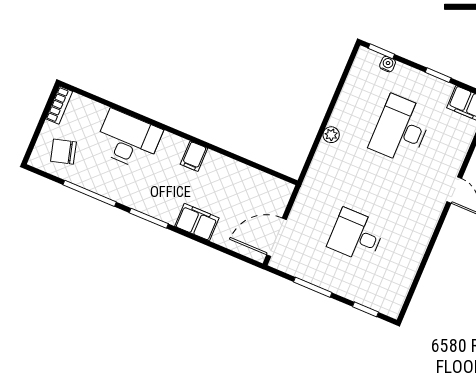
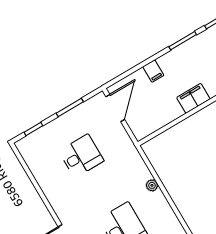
filing cabinet: (194, 156) -> (193, 98), width x2.00
filing cabinet: (197, 222) -> (153, 71), width x0.50

